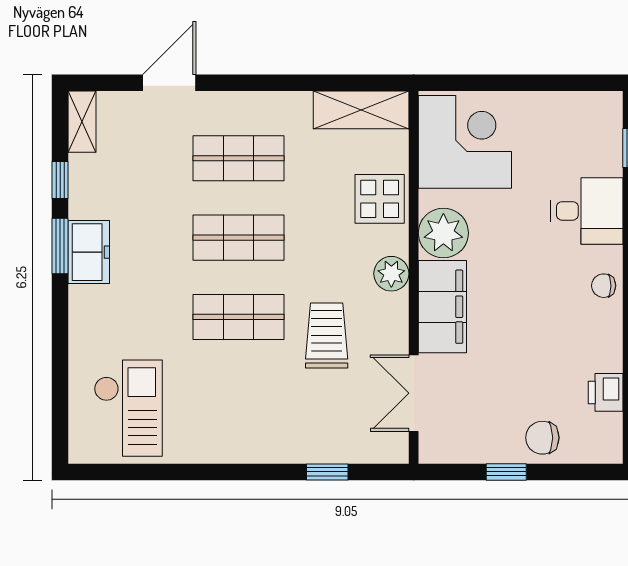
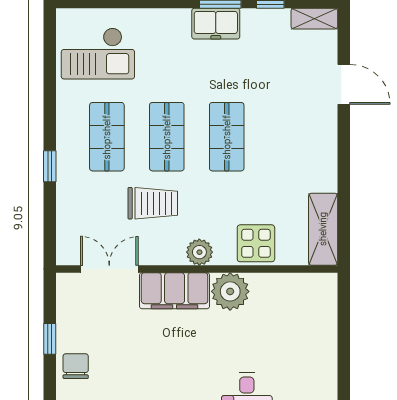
corner desk: (465, 142) -> (299, 308), removed
shop shelf: (238, 158) -> (107, 137), moved
window: (327, 472) -> (50, 166), moved

